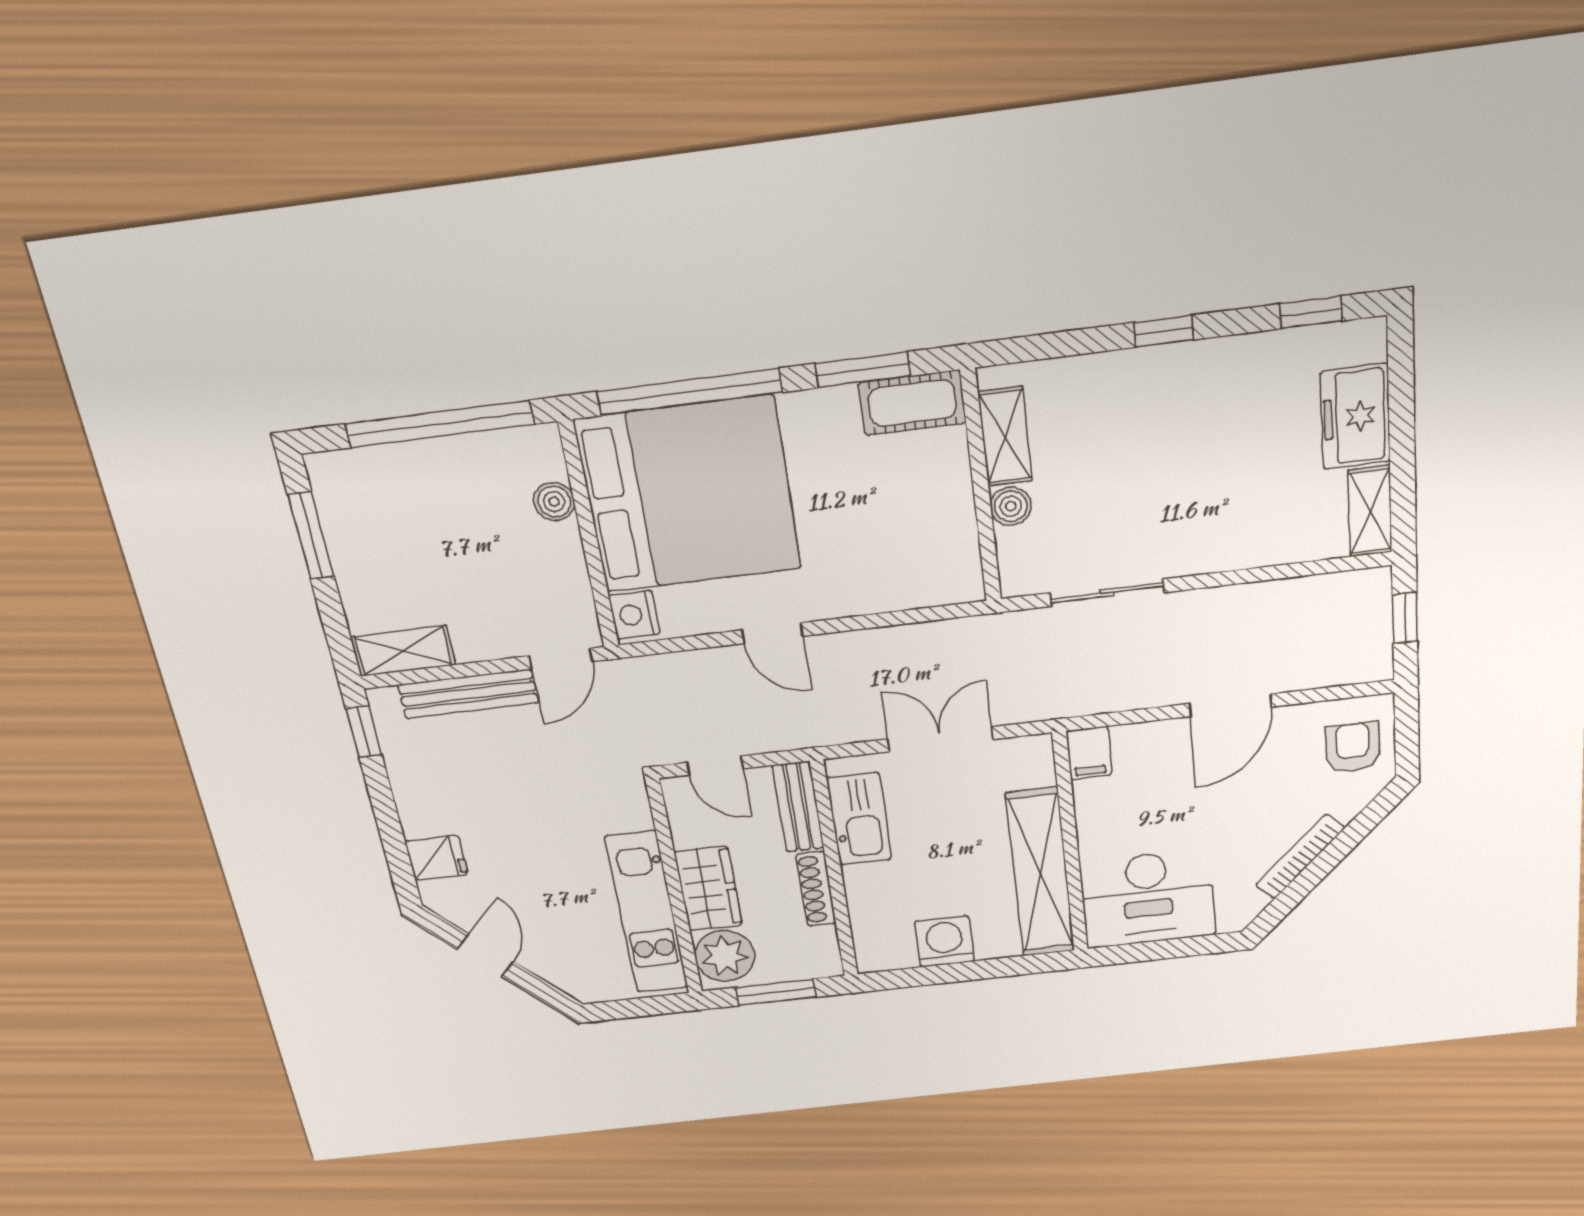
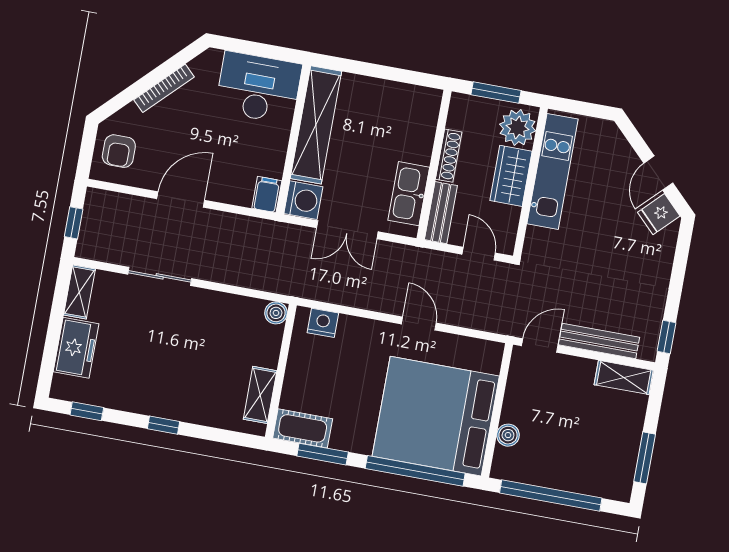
boiler: (1011, 506) -> (276, 313), moved
sliding door: (1107, 593) -> (160, 276), moved
nightstand: (634, 615) -> (323, 323), moved, turned -90
fridge: (436, 858) -> (659, 214), moved, turned -45
washing machine: (945, 941) -> (303, 200), moved, turned -90

